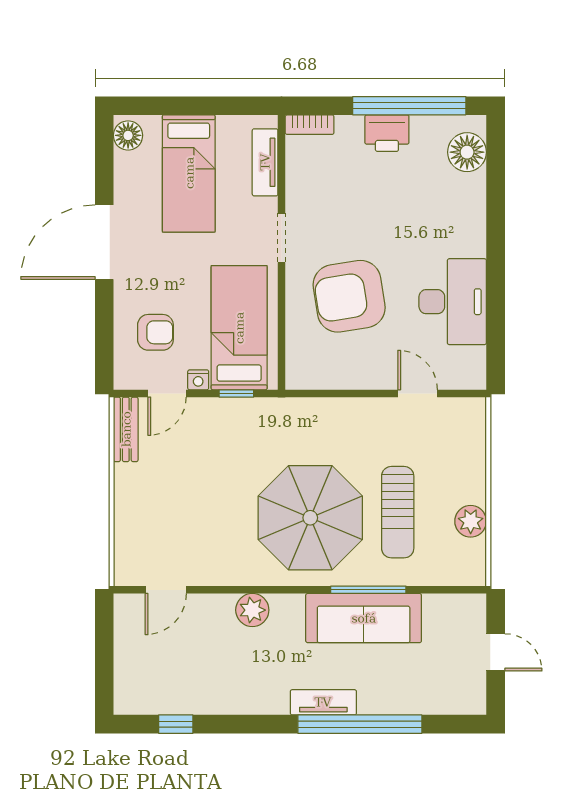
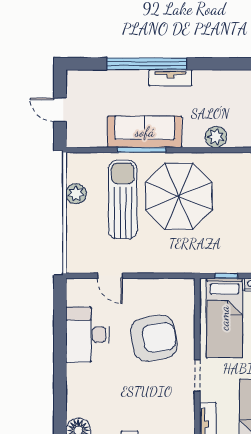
sun lounger: (398, 512) -> (123, 200), width x1.36, depth x1.34

